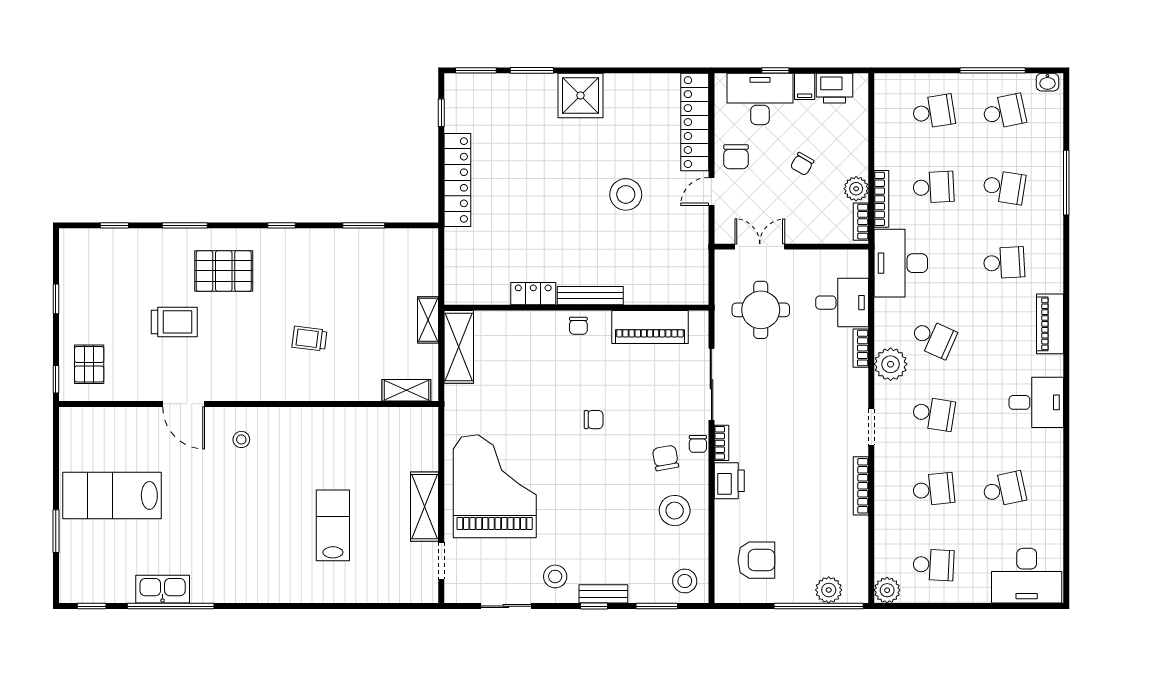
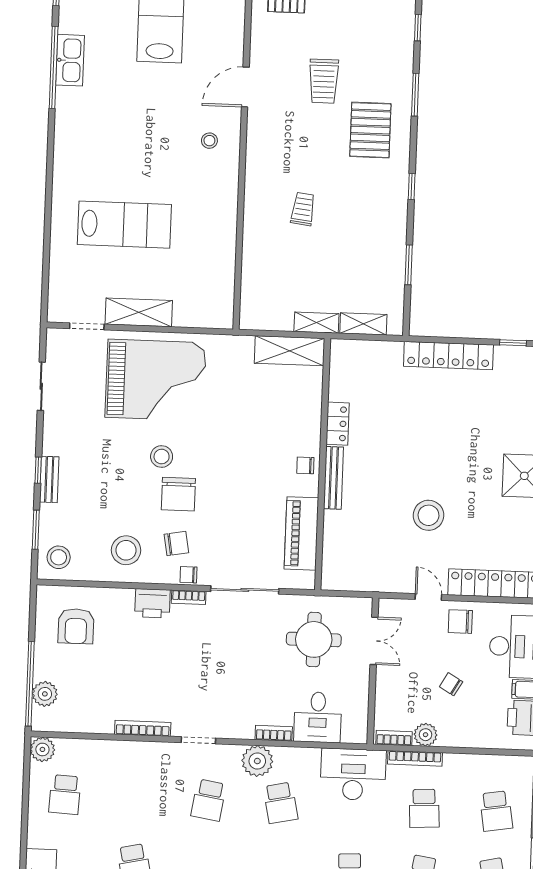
school desk: (933, 338) -> (280, 803), turned -36
shelving: (406, 390) -> (363, 324), moved, turned 90
chair: (594, 420) -> (178, 494), moved, width x1.87, depth x1.87
school desk: (933, 489) -> (137, 797), removed
lab bench: (333, 525) -> (124, 225), width x1.36, depth x1.39
stool: (555, 576) -> (162, 457), moved

